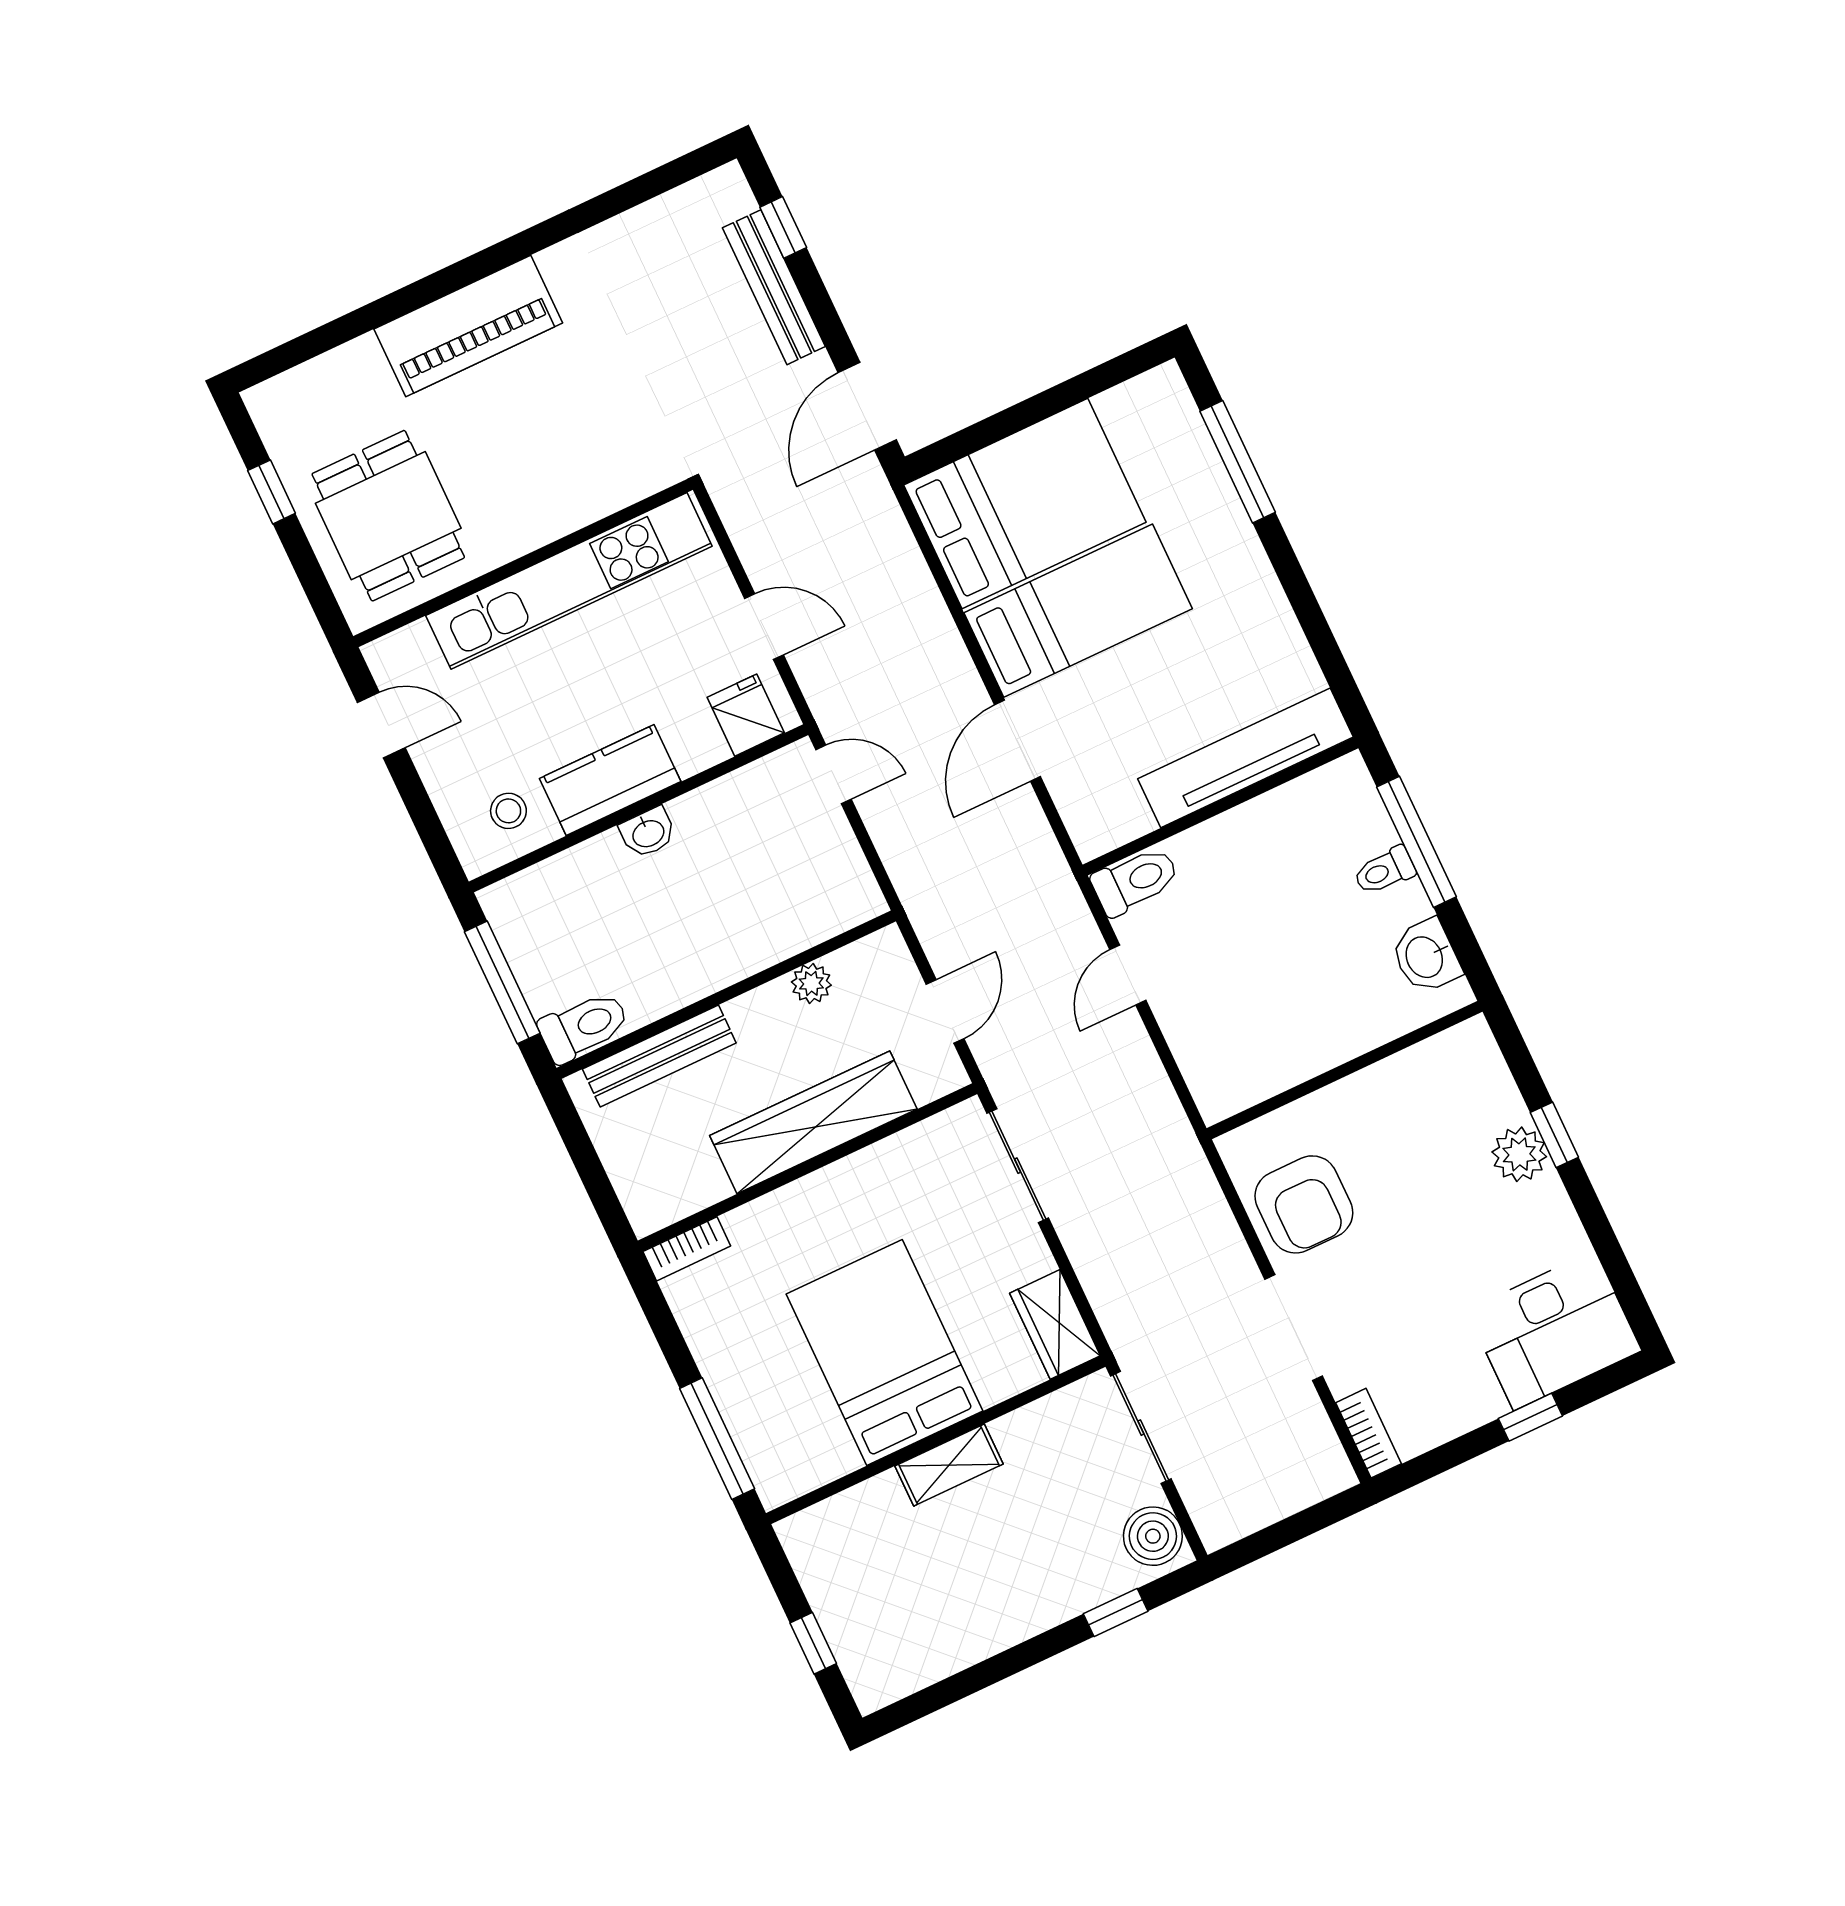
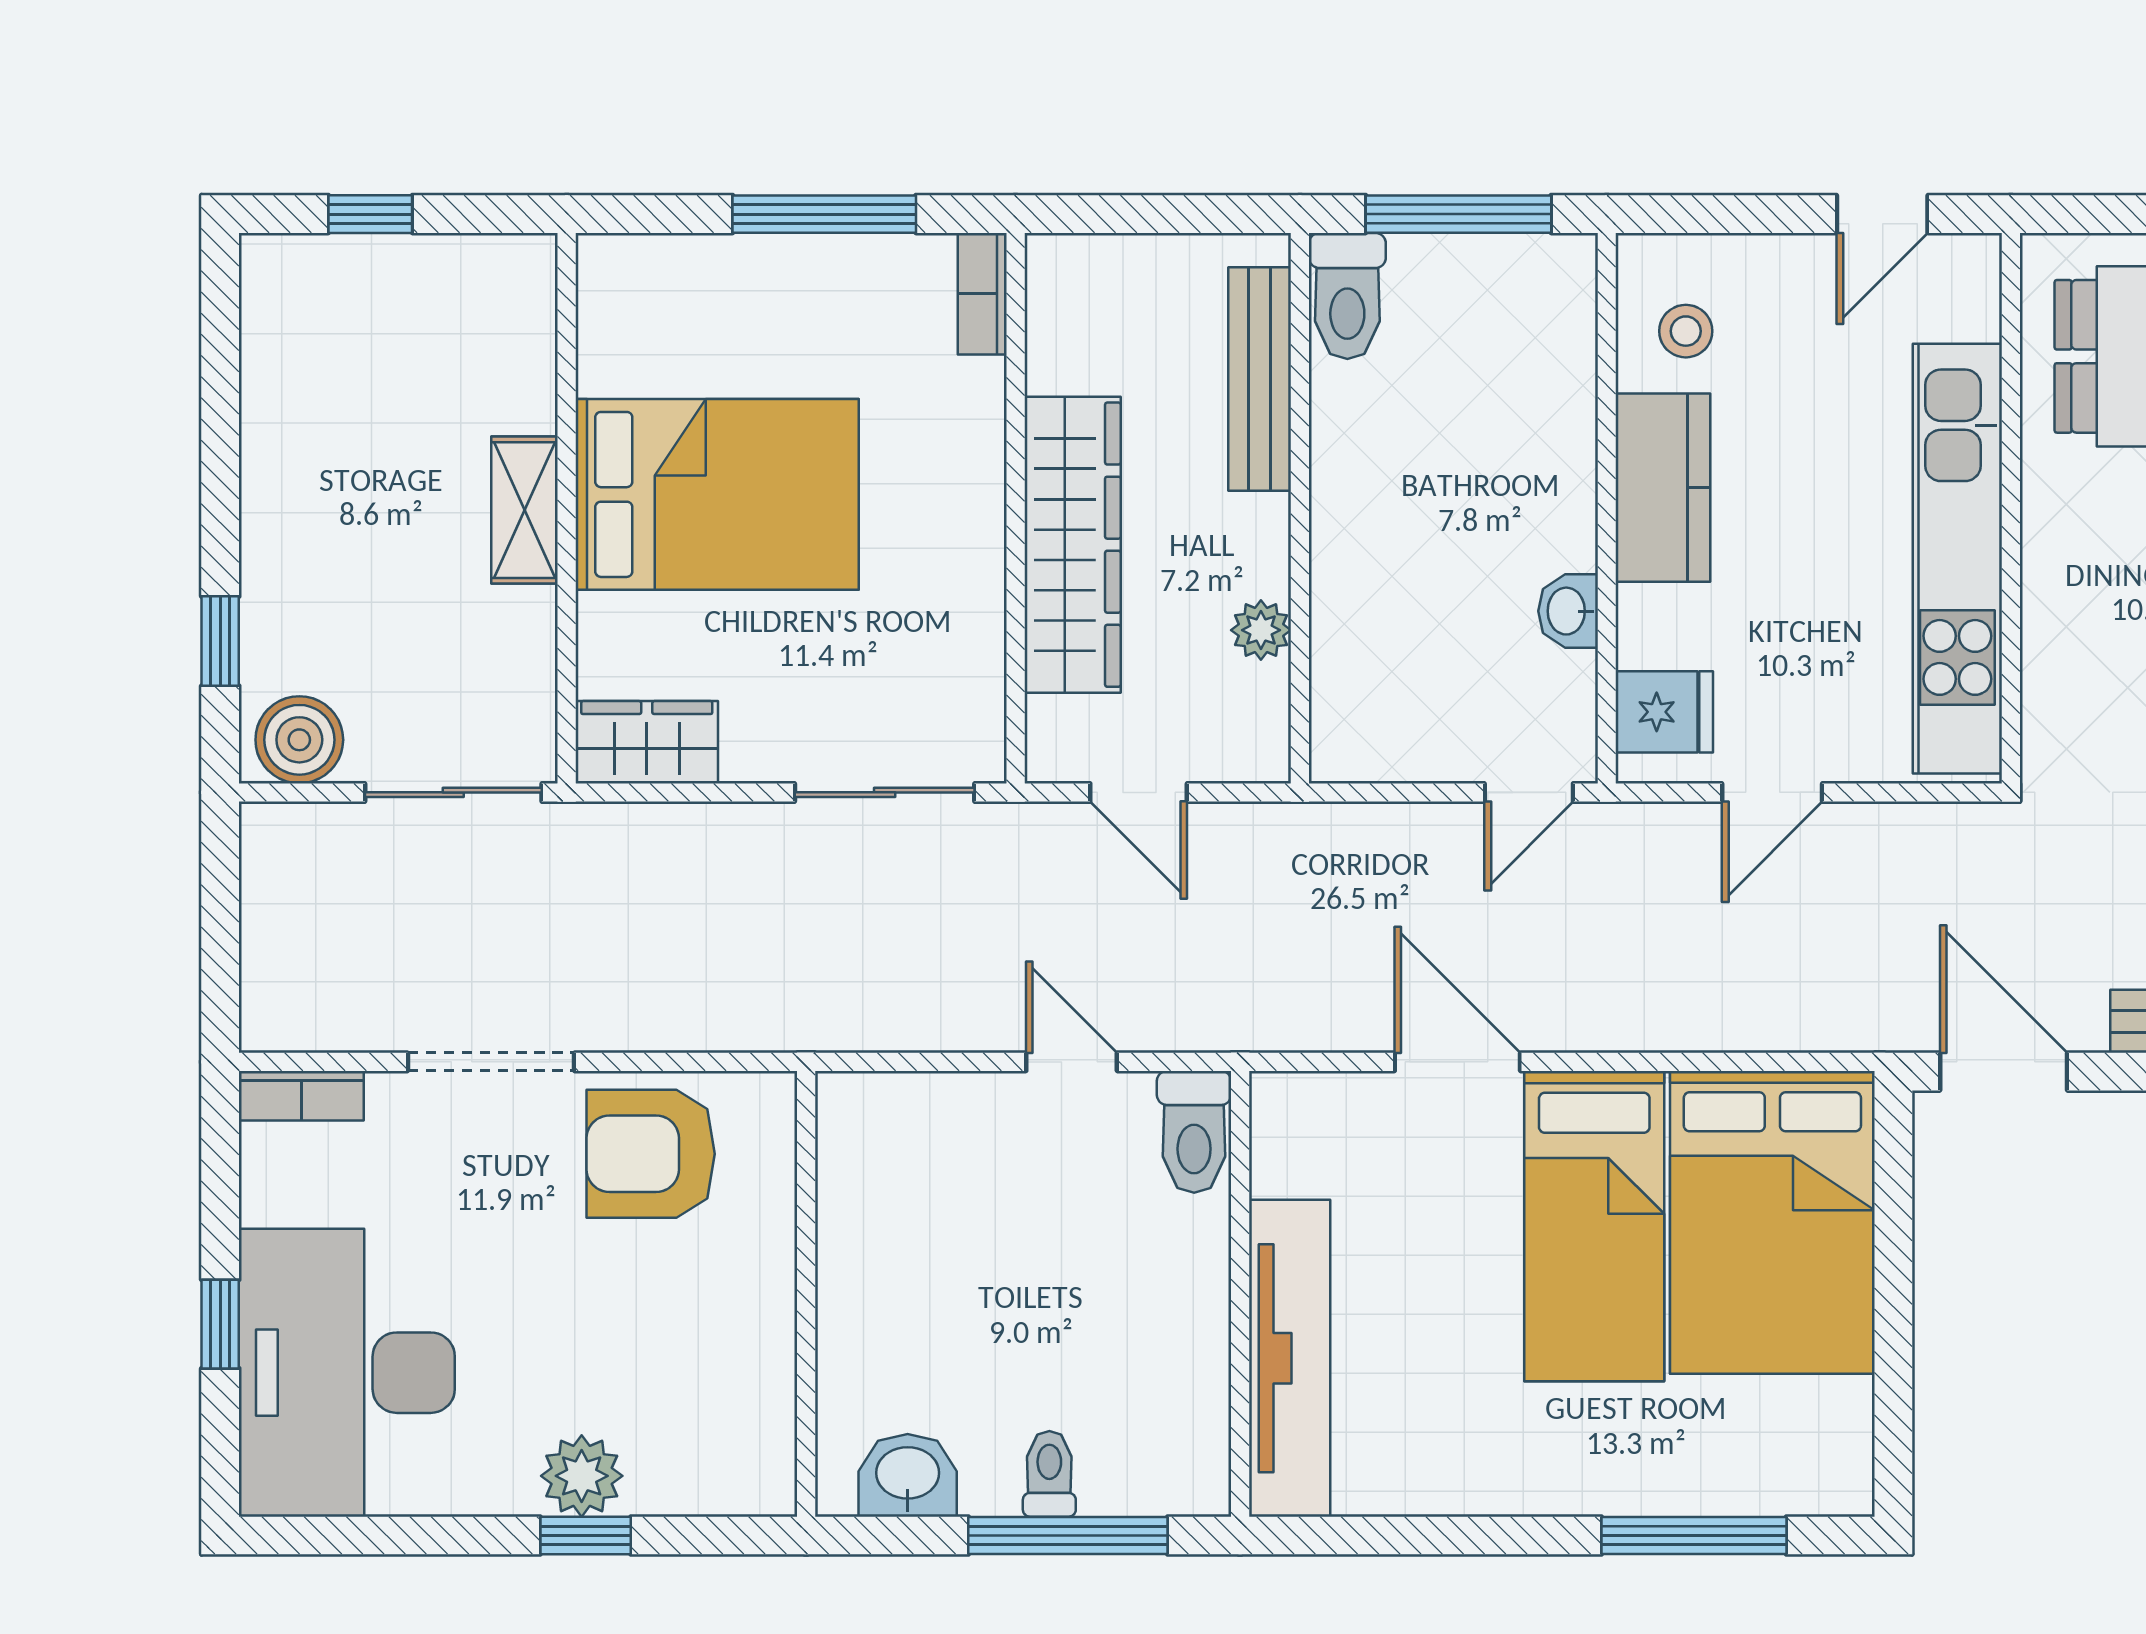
washbasin: (648, 833) -> (1568, 611), moved
desk: (1554, 1331) -> (347, 1373), width x1.36, depth x1.30
window: (717, 1439) -> (824, 214), moved

